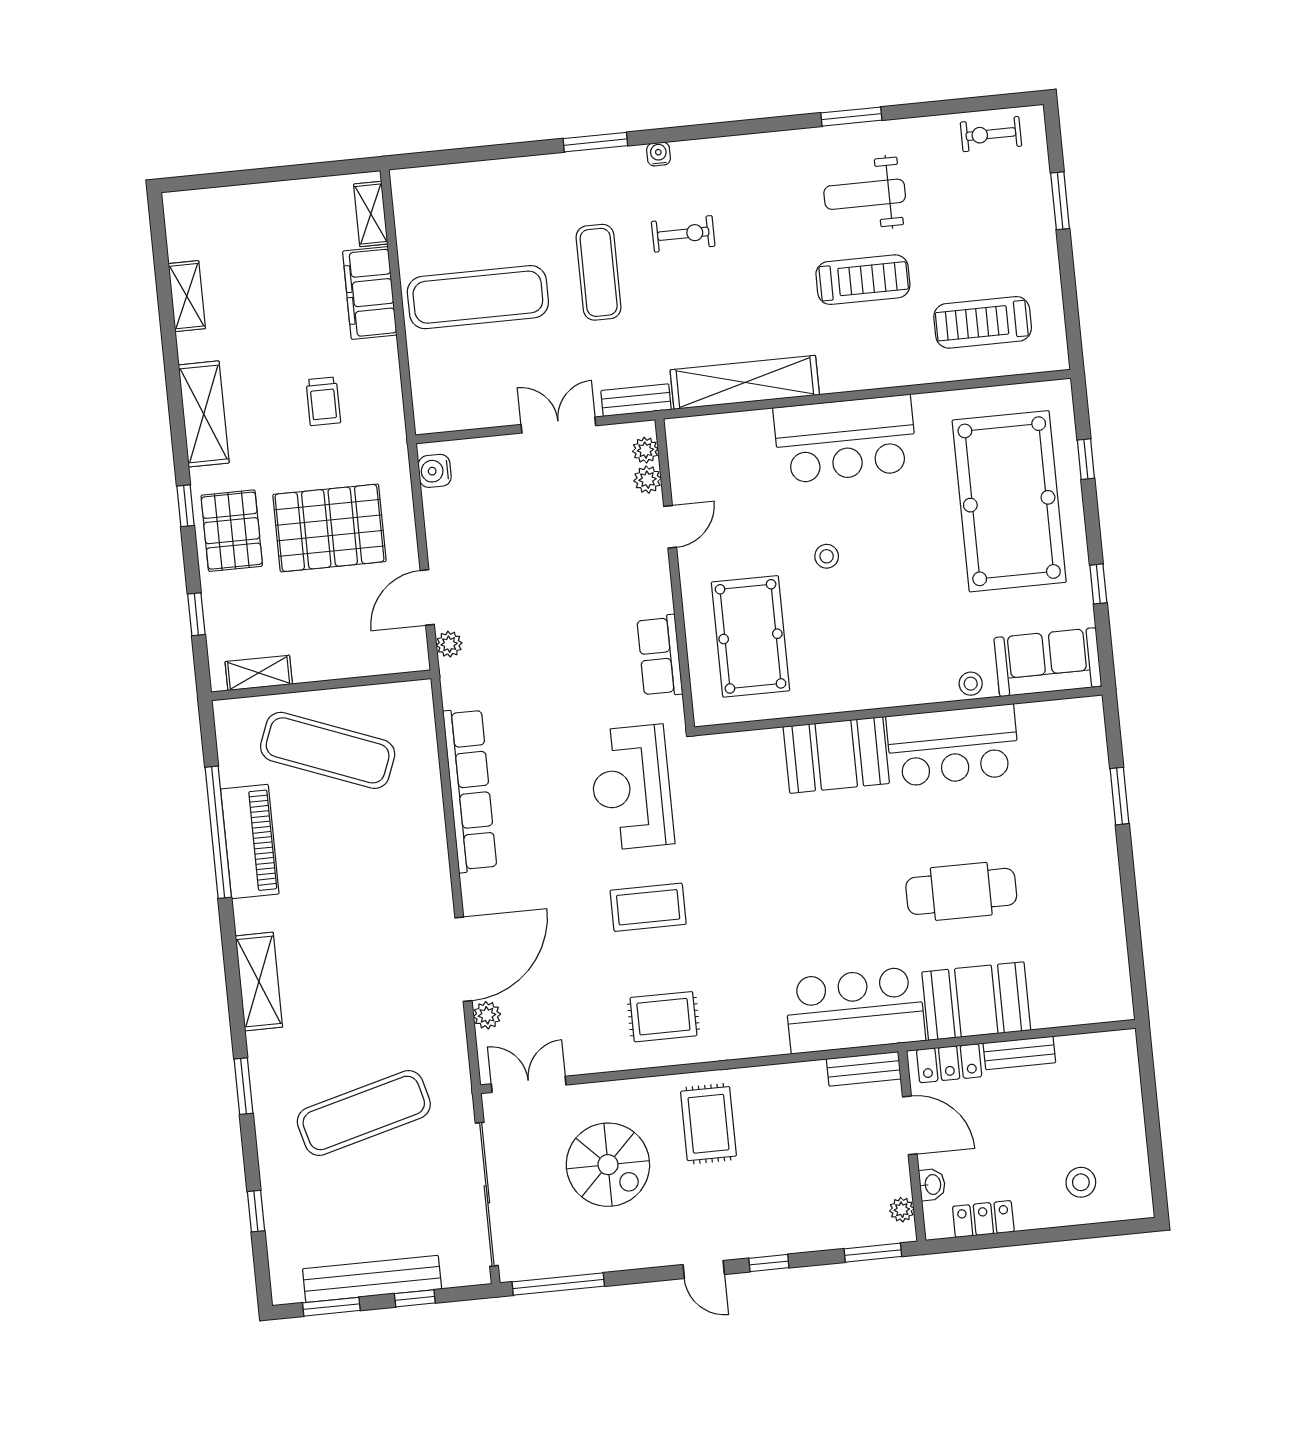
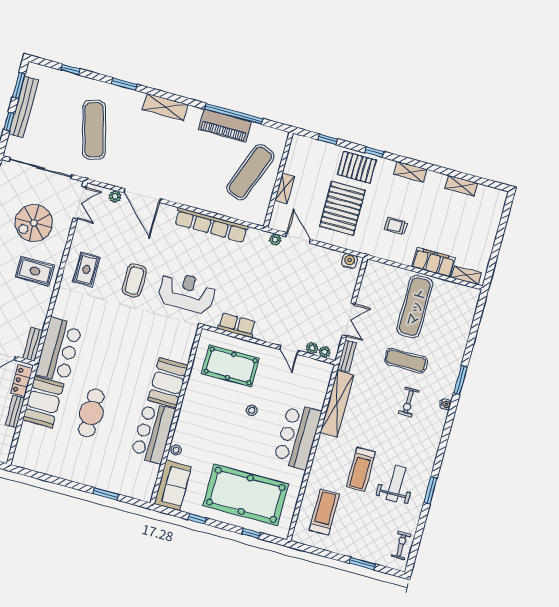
shelving: (204, 414) -> (410, 172), width x0.67, depth x0.75
shelving: (259, 673) -> (285, 188), moved

